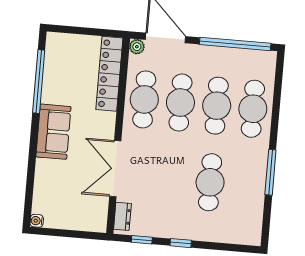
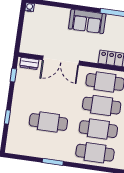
double door: (115, 169) -> (61, 60), swing flipped
window: (270, 172) -> (53, 162), width x0.69
window: (181, 243) -> (7, 117), moved

